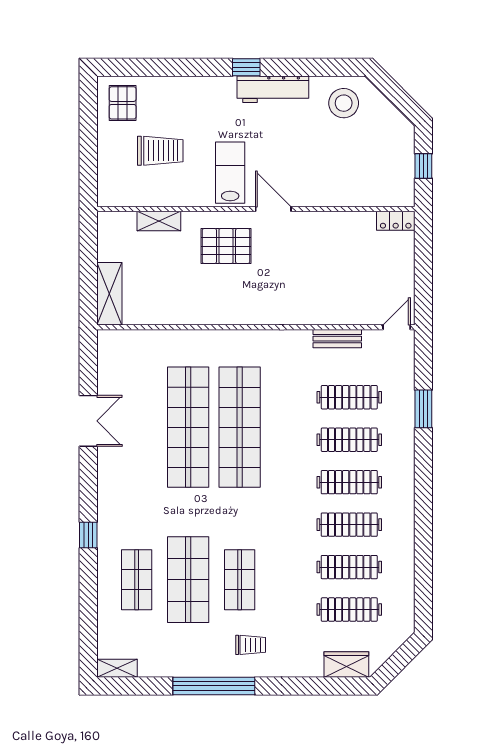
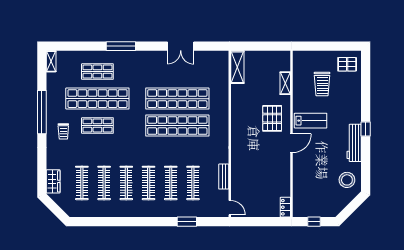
shelving: (109, 294) -> (237, 67), moved, turned 90
window: (88, 535) -> (121, 46), width x2.17
shop shelf: (188, 580) -> (97, 99), width x1.40

